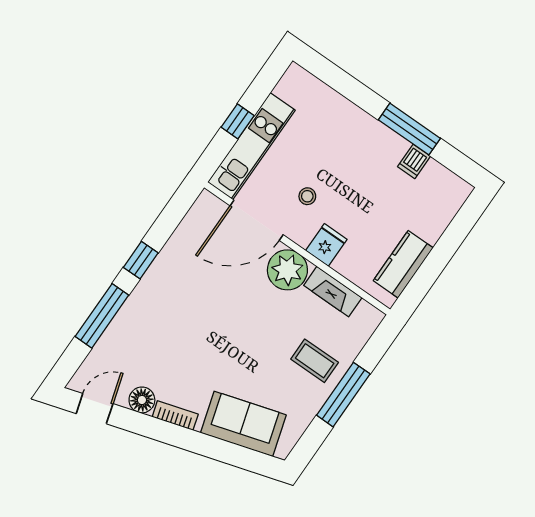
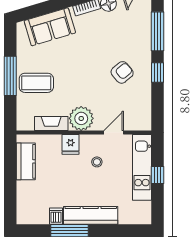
kitchen counter: (366, 130) -> (91, 215), added
door: (257, 220) -> (114, 132), width x0.53
armchair: (189, 294) -> (122, 72), added
coffee table: (315, 361) -> (36, 83), width x1.36, depth x1.30

